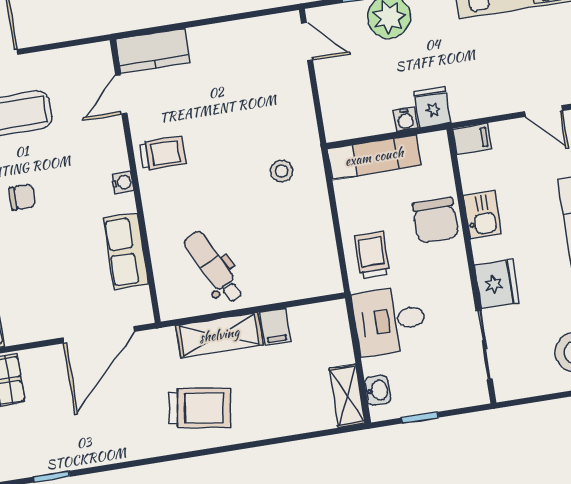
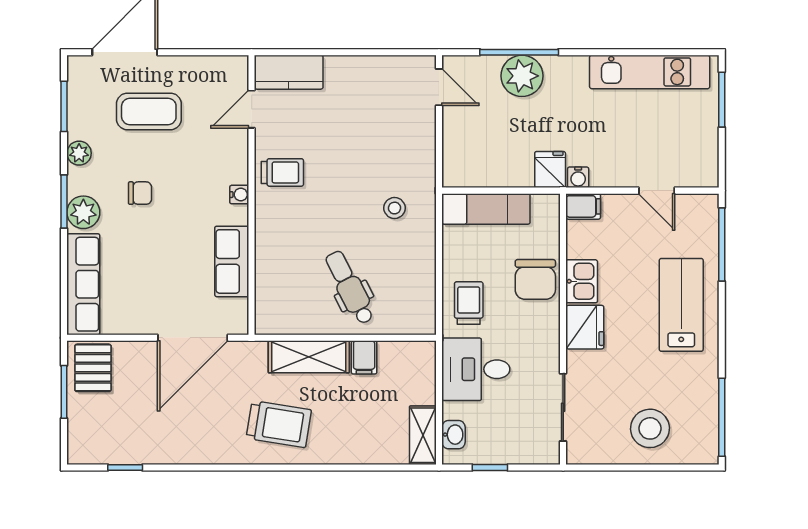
water cooler: (405, 119) -> (578, 177), moved
dental chair: (214, 267) -> (350, 287), moved
fridge: (497, 284) -> (585, 327), moved

